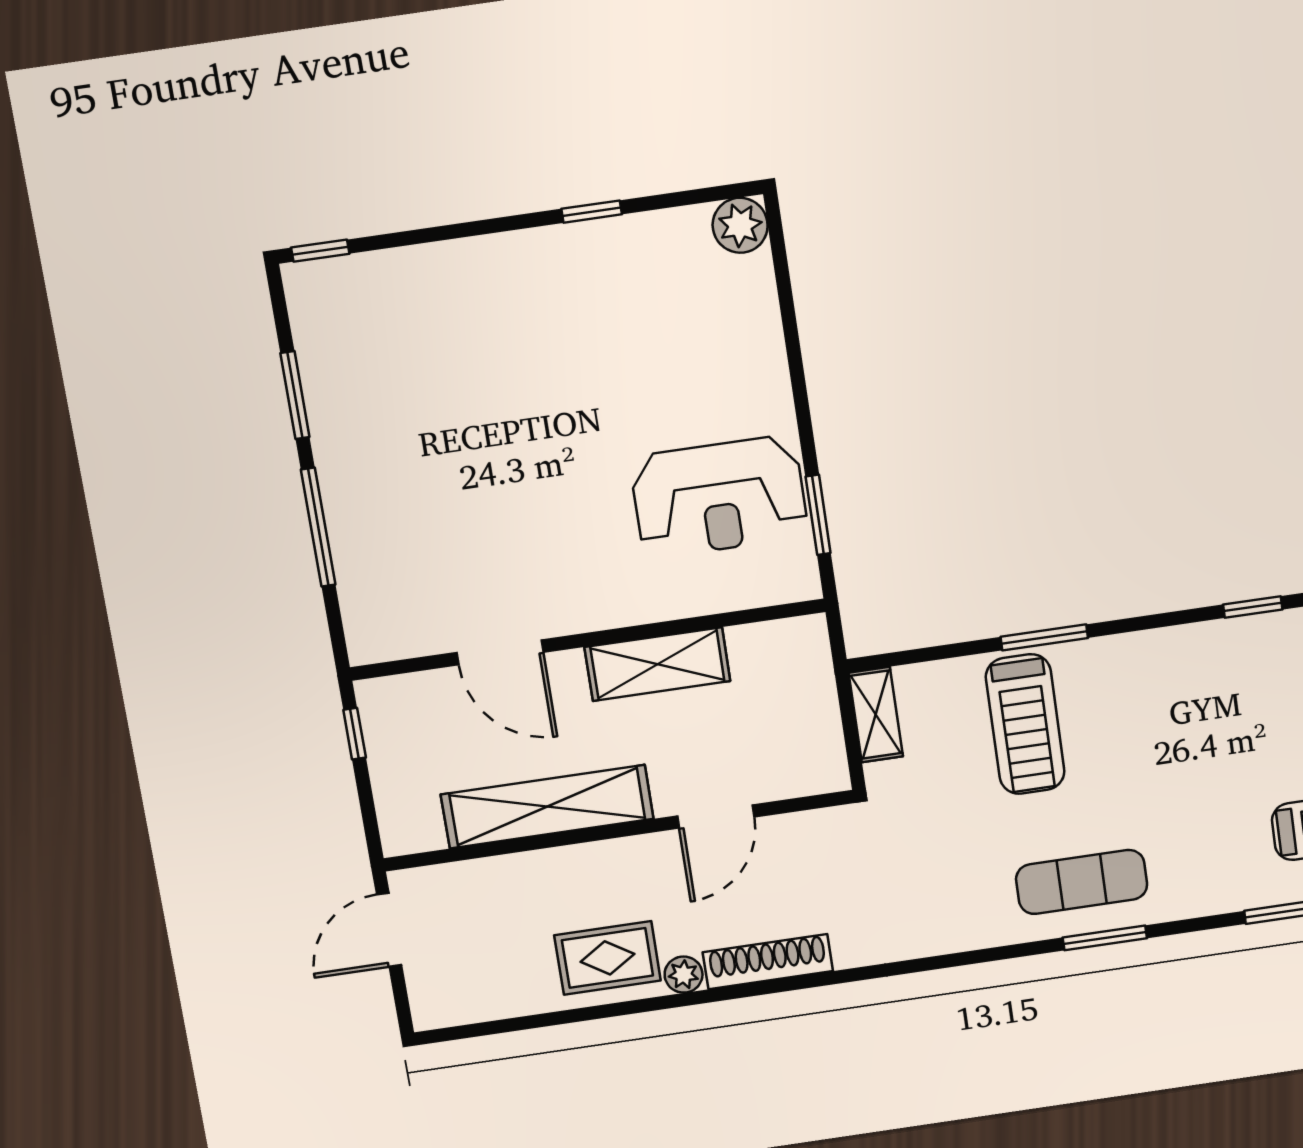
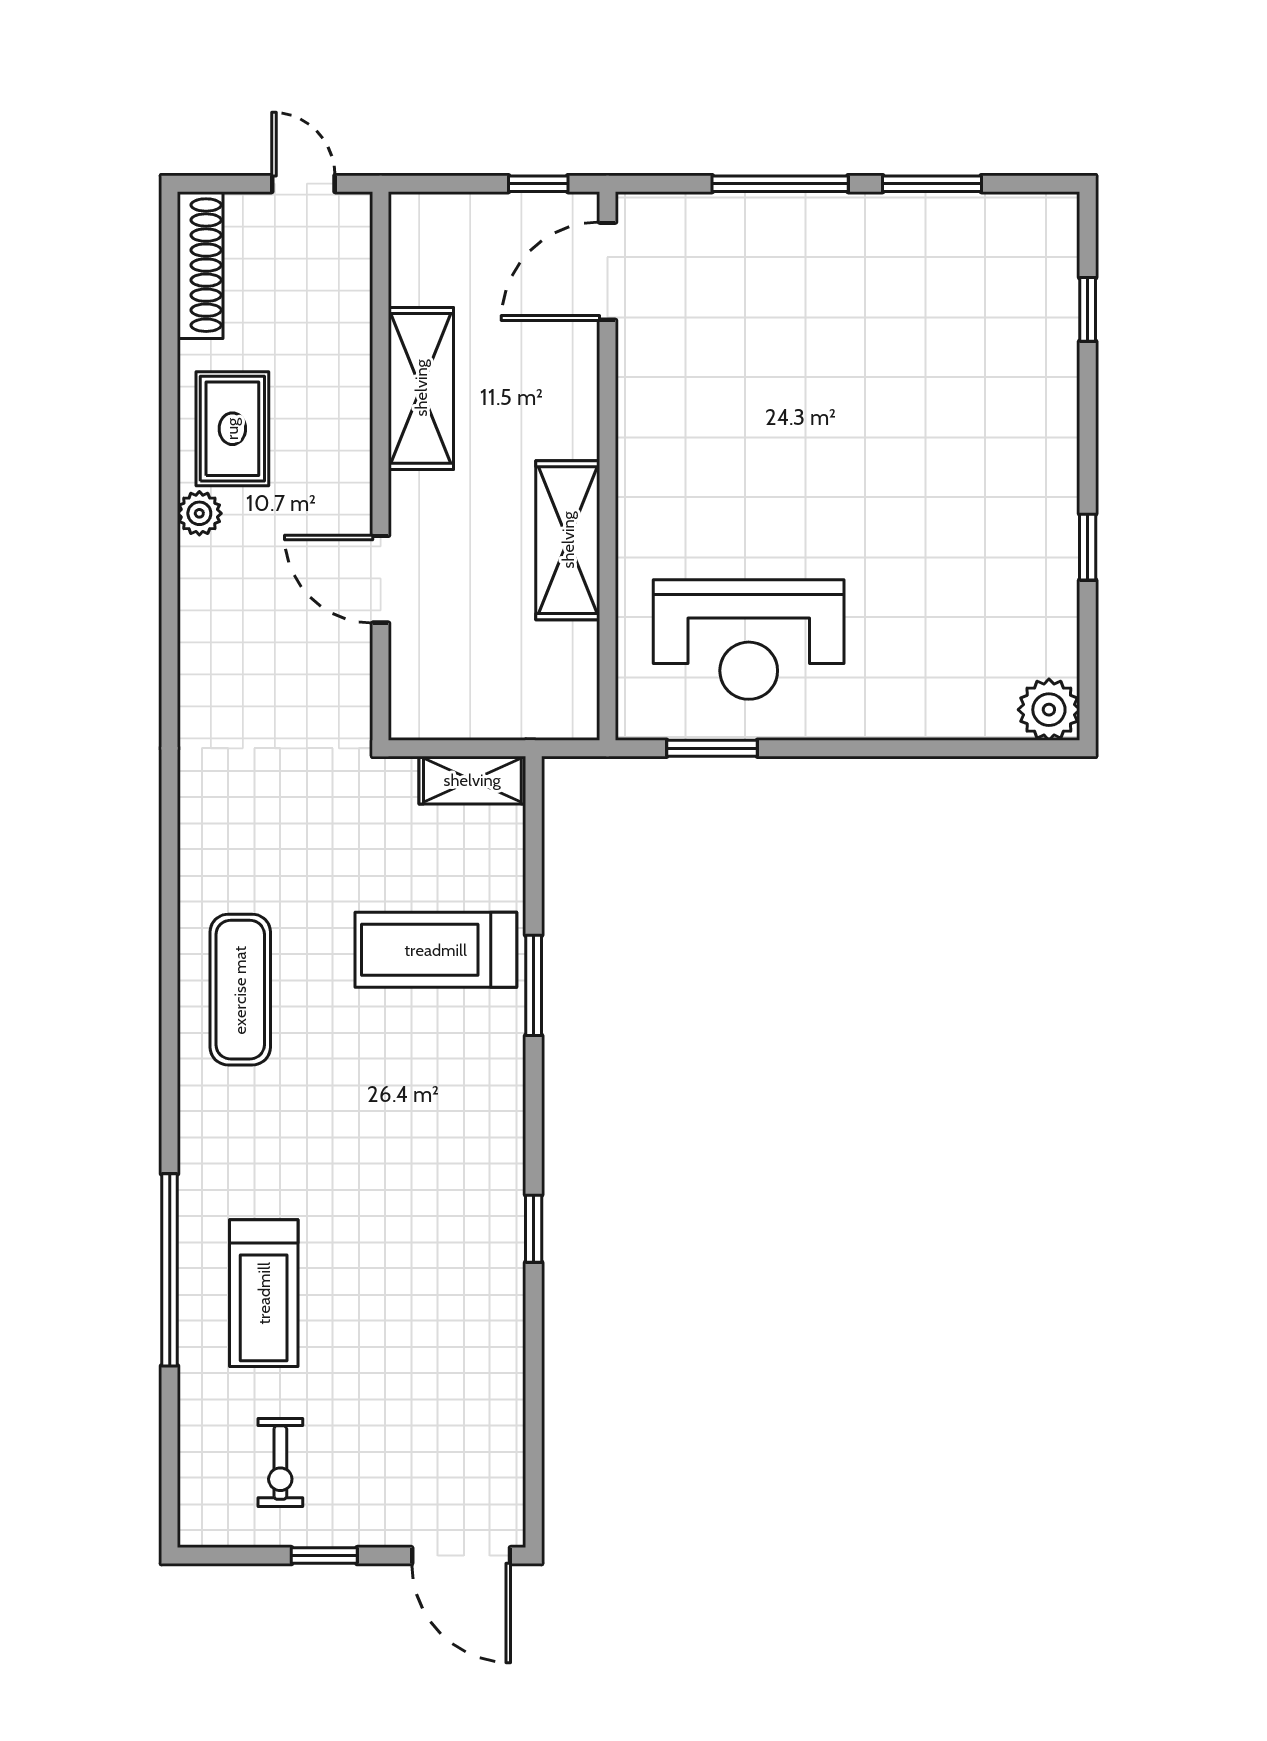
window: (320, 251) -> (1088, 309), moved
reception desk: (719, 497) -> (749, 640), turned -90
door: (500, 652) -> (607, 271), moved
shelving: (547, 807) -> (421, 388), width x0.68
door: (389, 930) -> (303, 184), width x0.73
window: (1105, 938) -> (170, 1008), removed
shoe rack: (768, 962) -> (200, 265), moved

